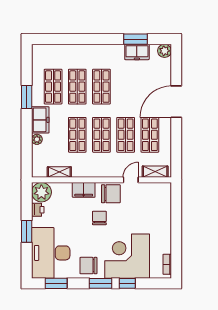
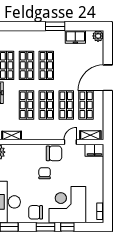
window: (136, 39) -> (55, 26), moved
filing cabinet: (84, 190) -> (94, 150), moved

